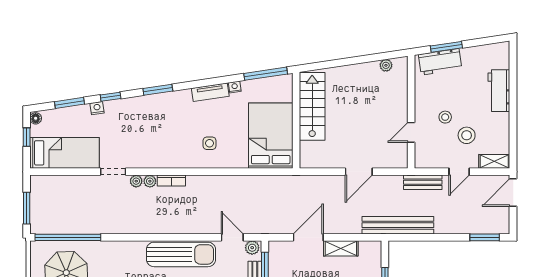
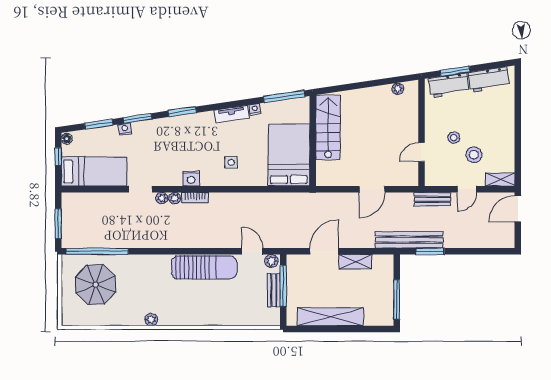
workbench: (499, 91) -> (489, 80), moved, turned -98
window: (111, 97) -> (137, 118), width x1.50
nightstand: (167, 161) -> (191, 179), added
window: (485, 237) -> (430, 251), moved

